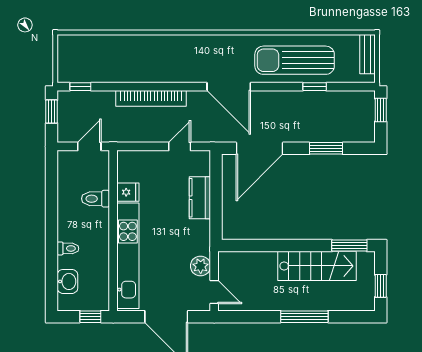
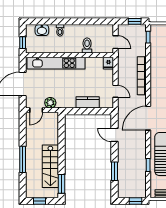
door: (259, 148) -> (115, 135), width x0.53
fridge: (128, 192) -> (108, 63), moved

